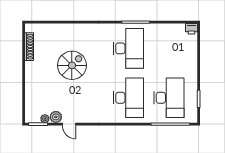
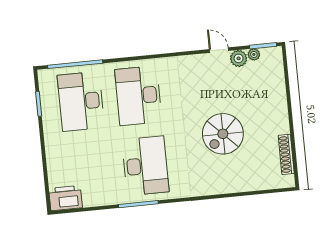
printer: (191, 29) -> (66, 198), width x1.87, depth x1.48
desk: (128, 48) -> (145, 166), turned 180

